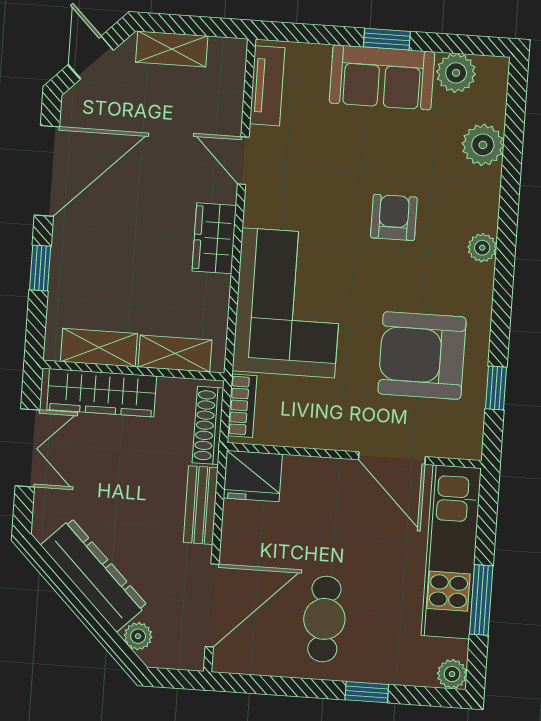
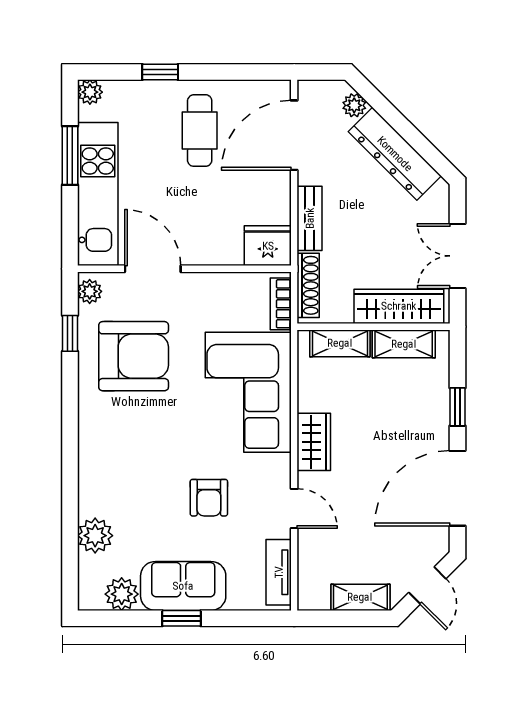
armchair: (394, 217) -> (209, 498), moved
plant: (482, 248) -> (90, 291), moved

